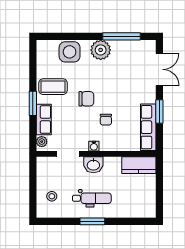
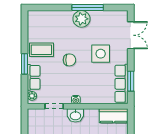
window: (122, 36) -> (88, 7), moved
side table: (70, 52) -> (101, 54), moved
window: (159, 112) -> (131, 81), moved
chair: (106, 120) -> (86, 77), removed

